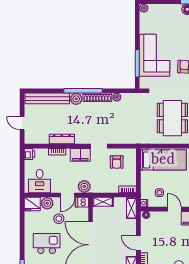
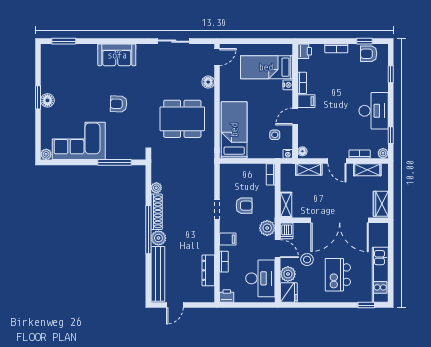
corner sofa: (155, 55) -> (79, 141), moved
door: (22, 123) -> (175, 305), moved
dresser: (62, 139) -> (208, 270), moved
filing cabinet: (80, 155) -> (228, 239), width x0.50
armchair: (117, 162) -> (244, 206), moved
desk: (40, 181) -> (260, 278), width x1.37
shelving: (131, 208) -> (309, 170), moved
door: (138, 243) -> (337, 161), hinge flipped

